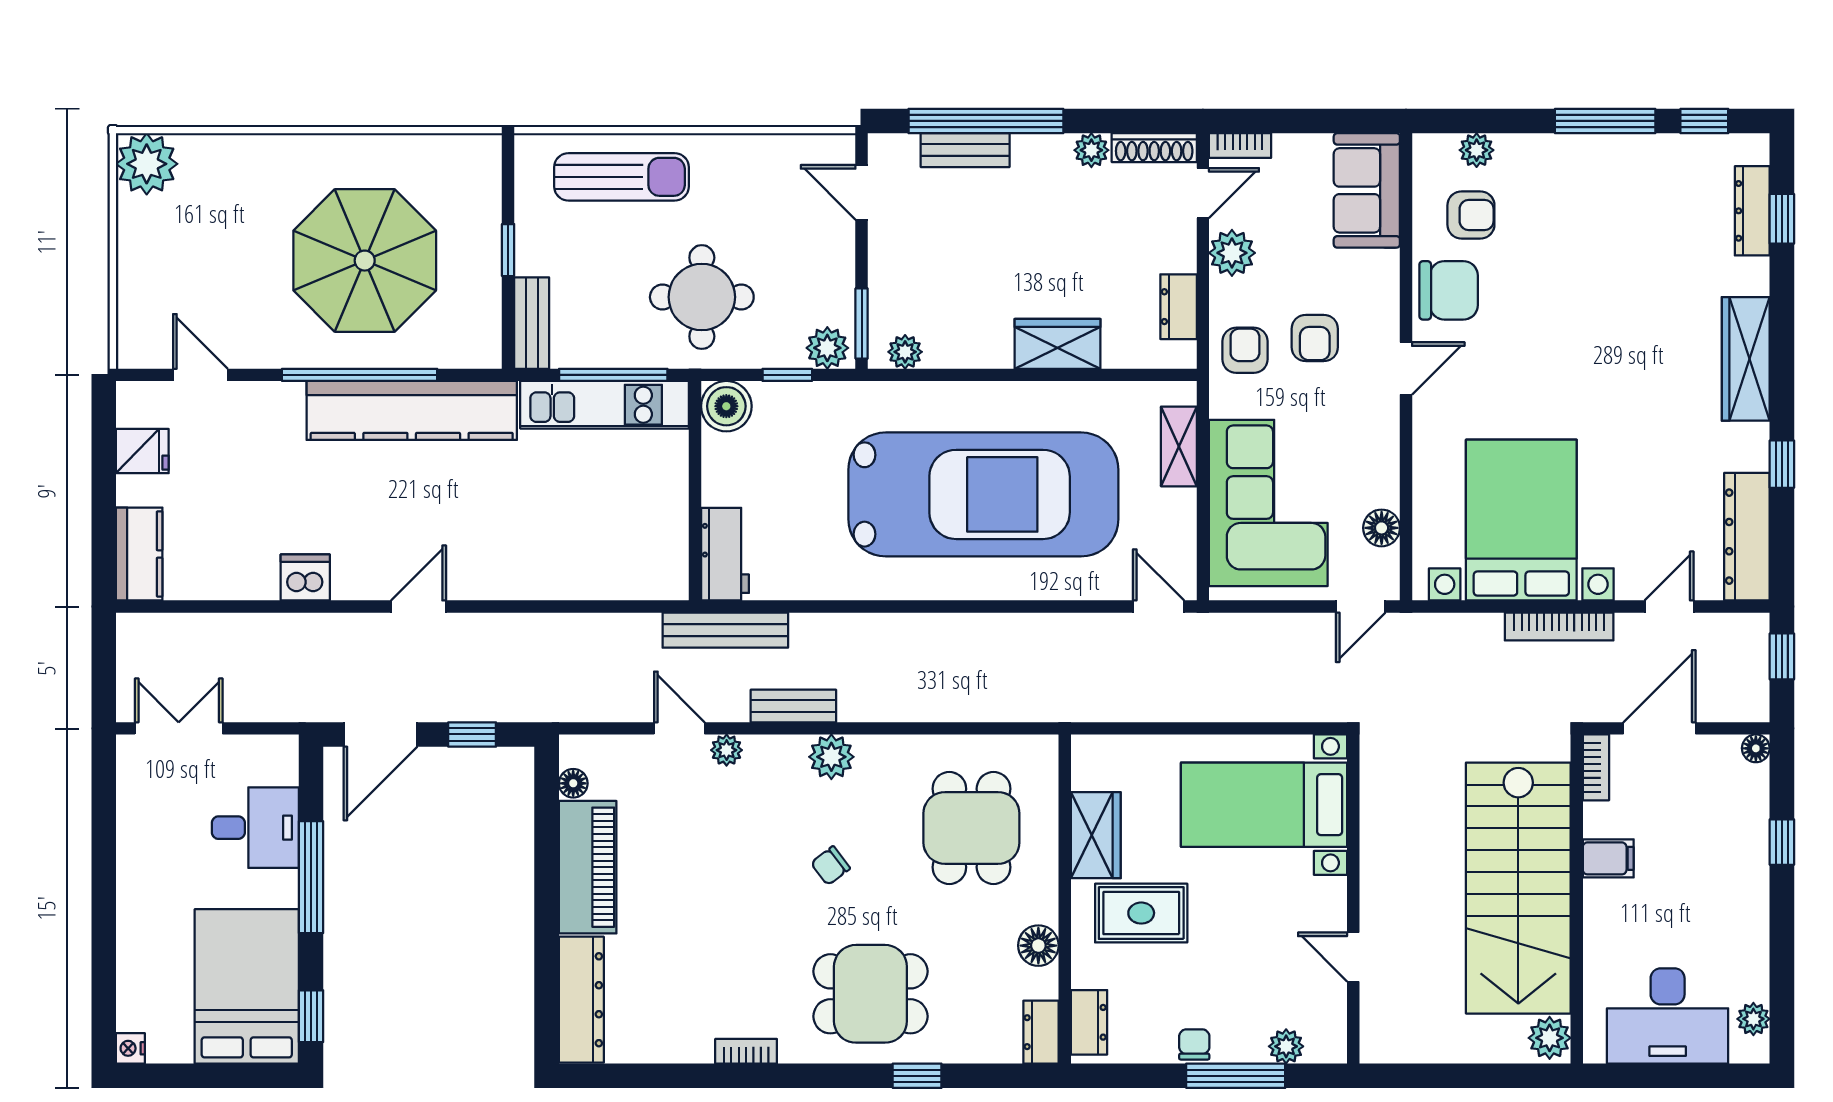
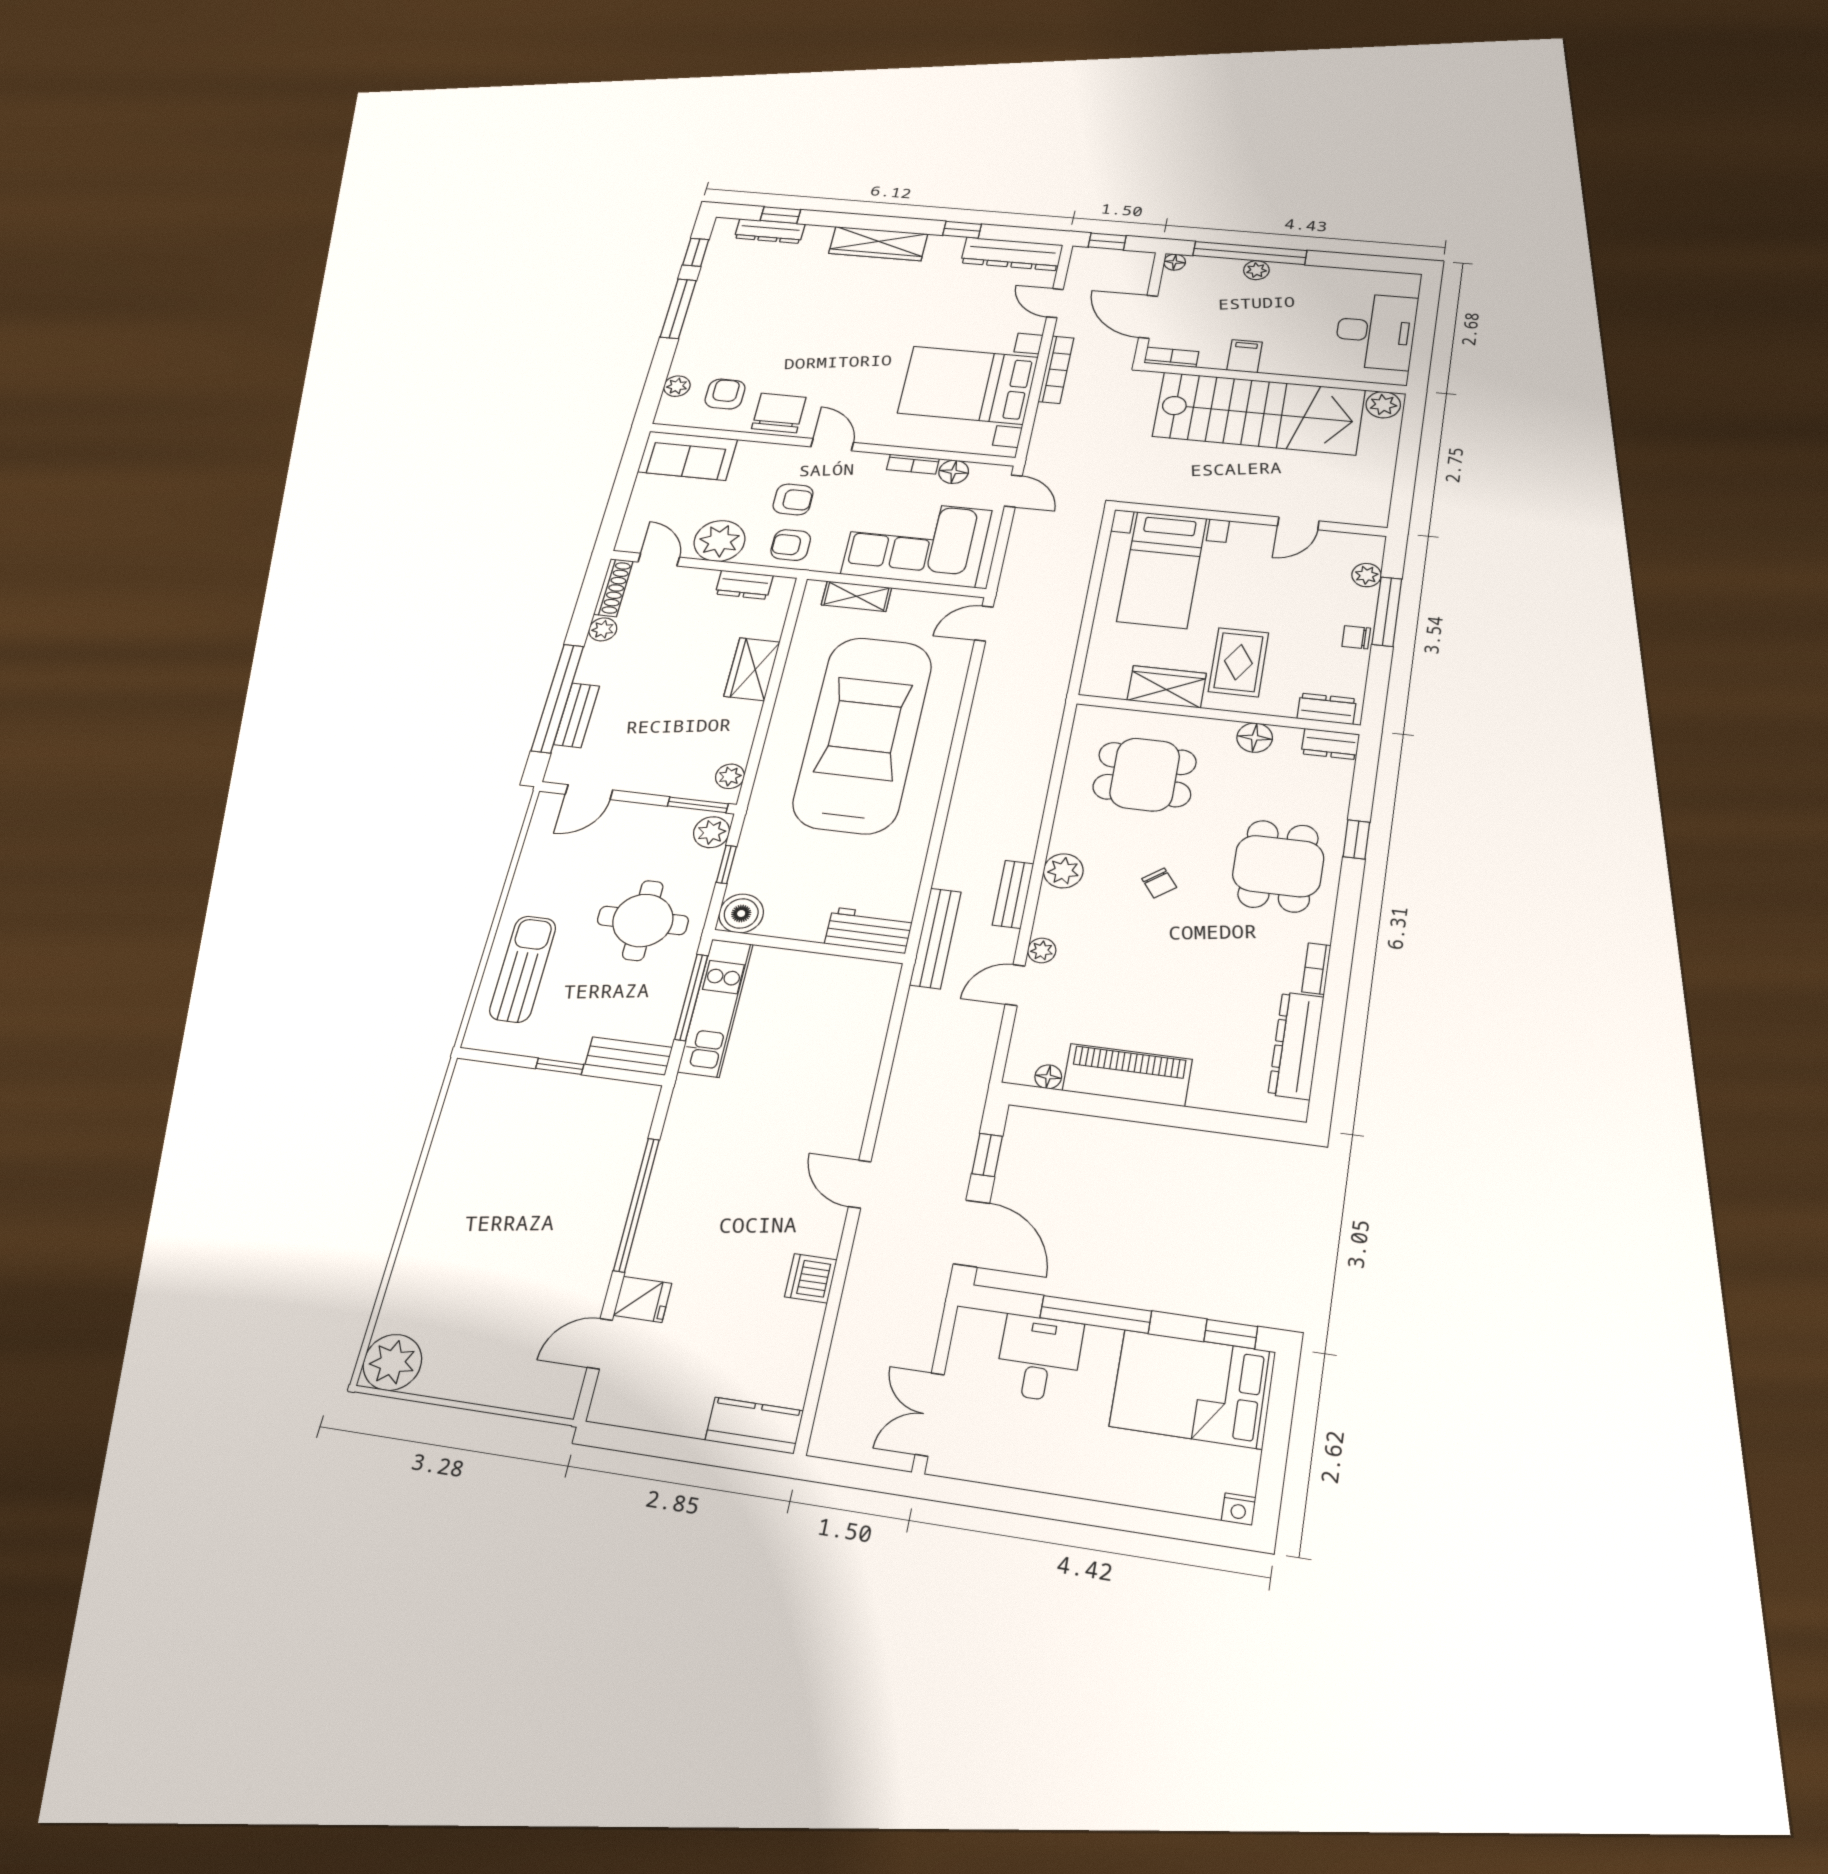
bookcase: (1240, 146) -> (913, 464), moved, turned 90
plant: (1232, 253) -> (719, 541), width x1.36, depth x1.36
parasol: (365, 261) -> (535, 1186), removed
kitchen counter: (412, 410) -> (680, 1165), removed
fridge: (142, 451) -> (643, 1299), moved, turned 90
window: (1782, 842) -> (1250, 253), width x3.17
dresser: (581, 1000) -> (1296, 1045), moved, turned -90
plant: (1753, 1019) -> (1256, 270), moved

